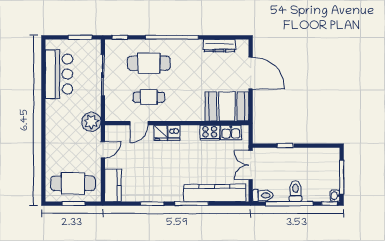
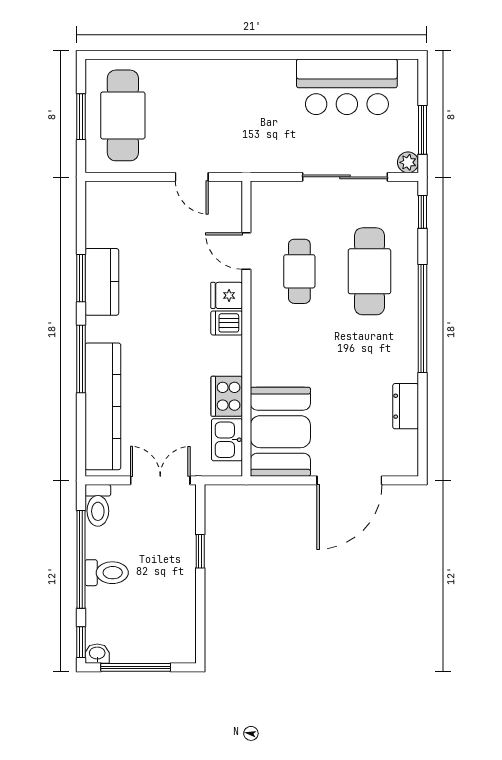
dresser: (219, 46) -> (406, 406), width x0.70
plant: (91, 122) -> (408, 162), moved, width x0.53, depth x0.53
kitchen counter: (113, 185) -> (102, 282), moved, turned -90

